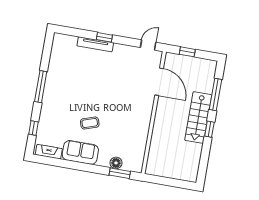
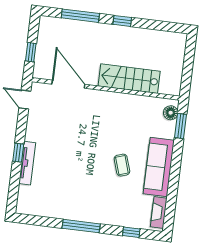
door: (159, 82) -> (68, 84), hinge flipped
stairs: (198, 117) -> (129, 79), moved, turned 180
sofa: (80, 152) -> (159, 167), width x1.36
floor lamp: (116, 163) -> (171, 113), moved

